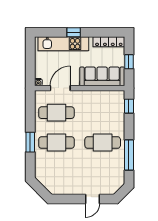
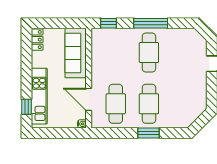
window: (74, 32) -> (26, 107), moved
locker: (109, 42) -> (37, 40), width x0.66
window: (129, 62) -> (59, 23), removed
window: (129, 155) -> (151, 23), moved

